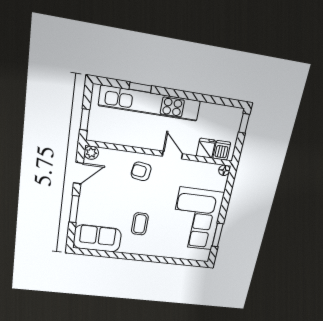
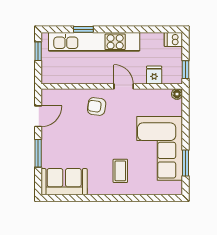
window: (85, 120) -> (38, 51), moved
window: (244, 123) -> (186, 70), moved
dishwasher: (222, 150) -> (173, 39), moved, turned -90
plant: (91, 153) -> (48, 95), removed
coffee table: (140, 224) -> (120, 171), moved

